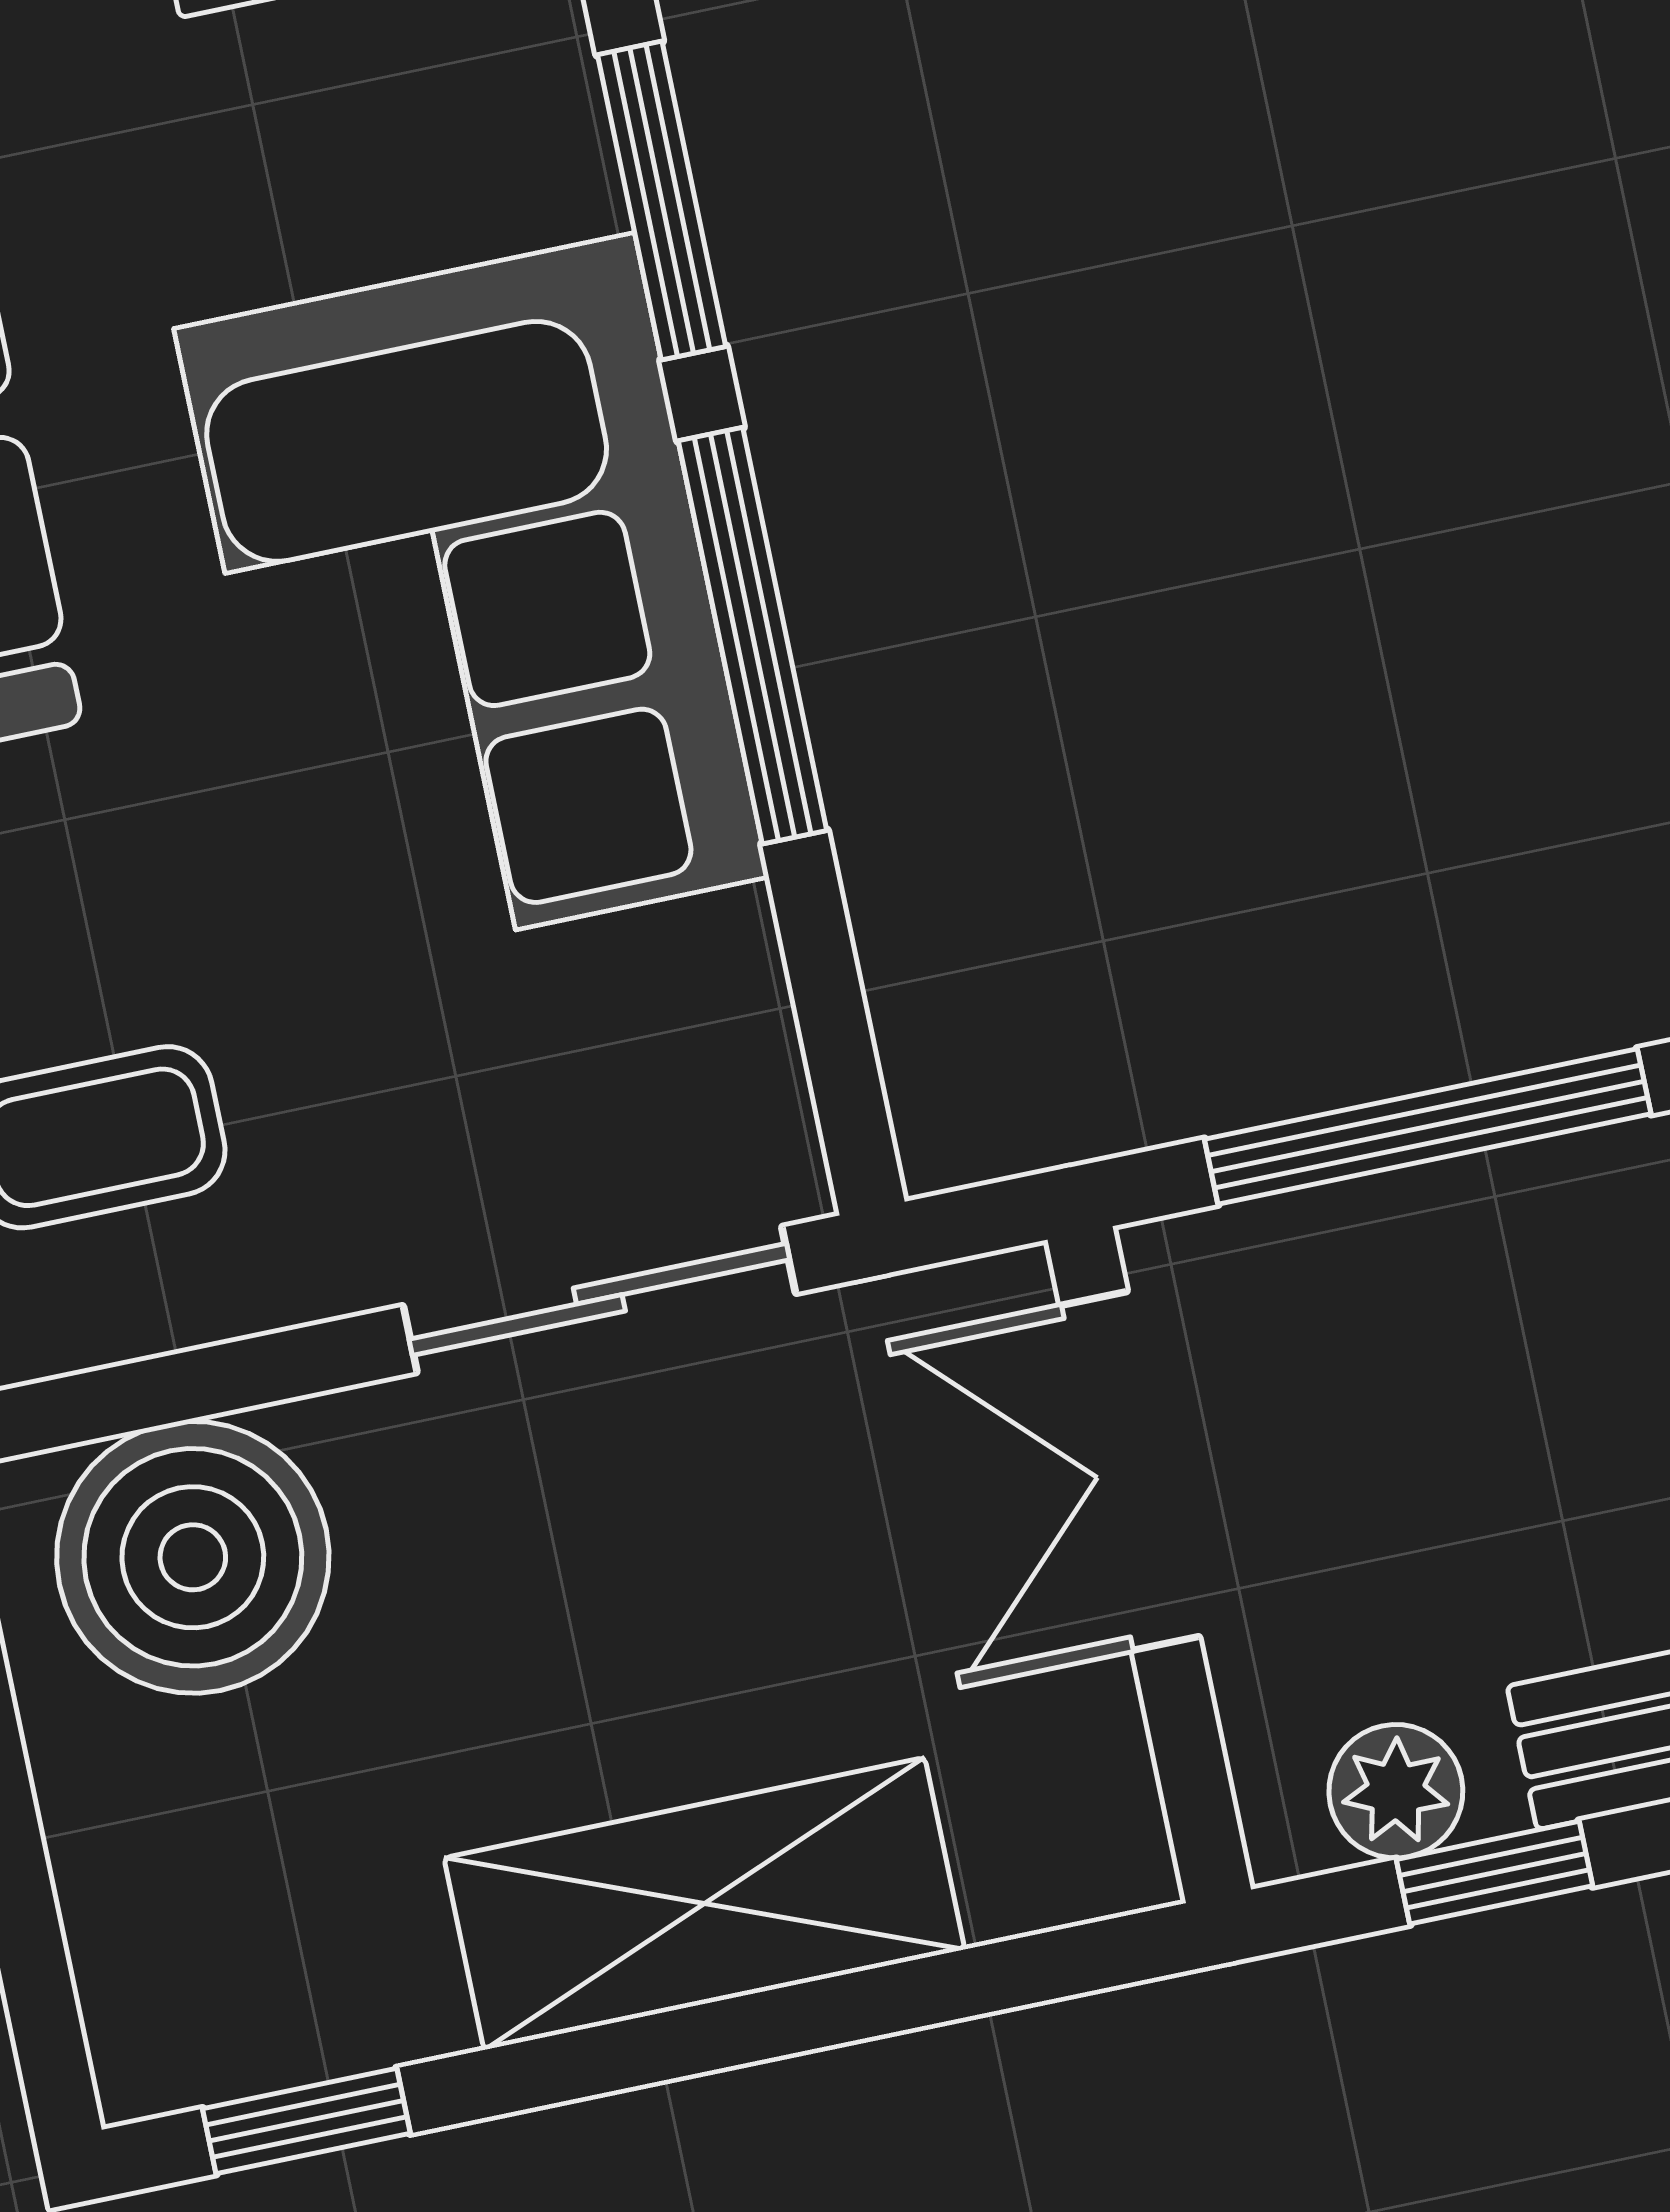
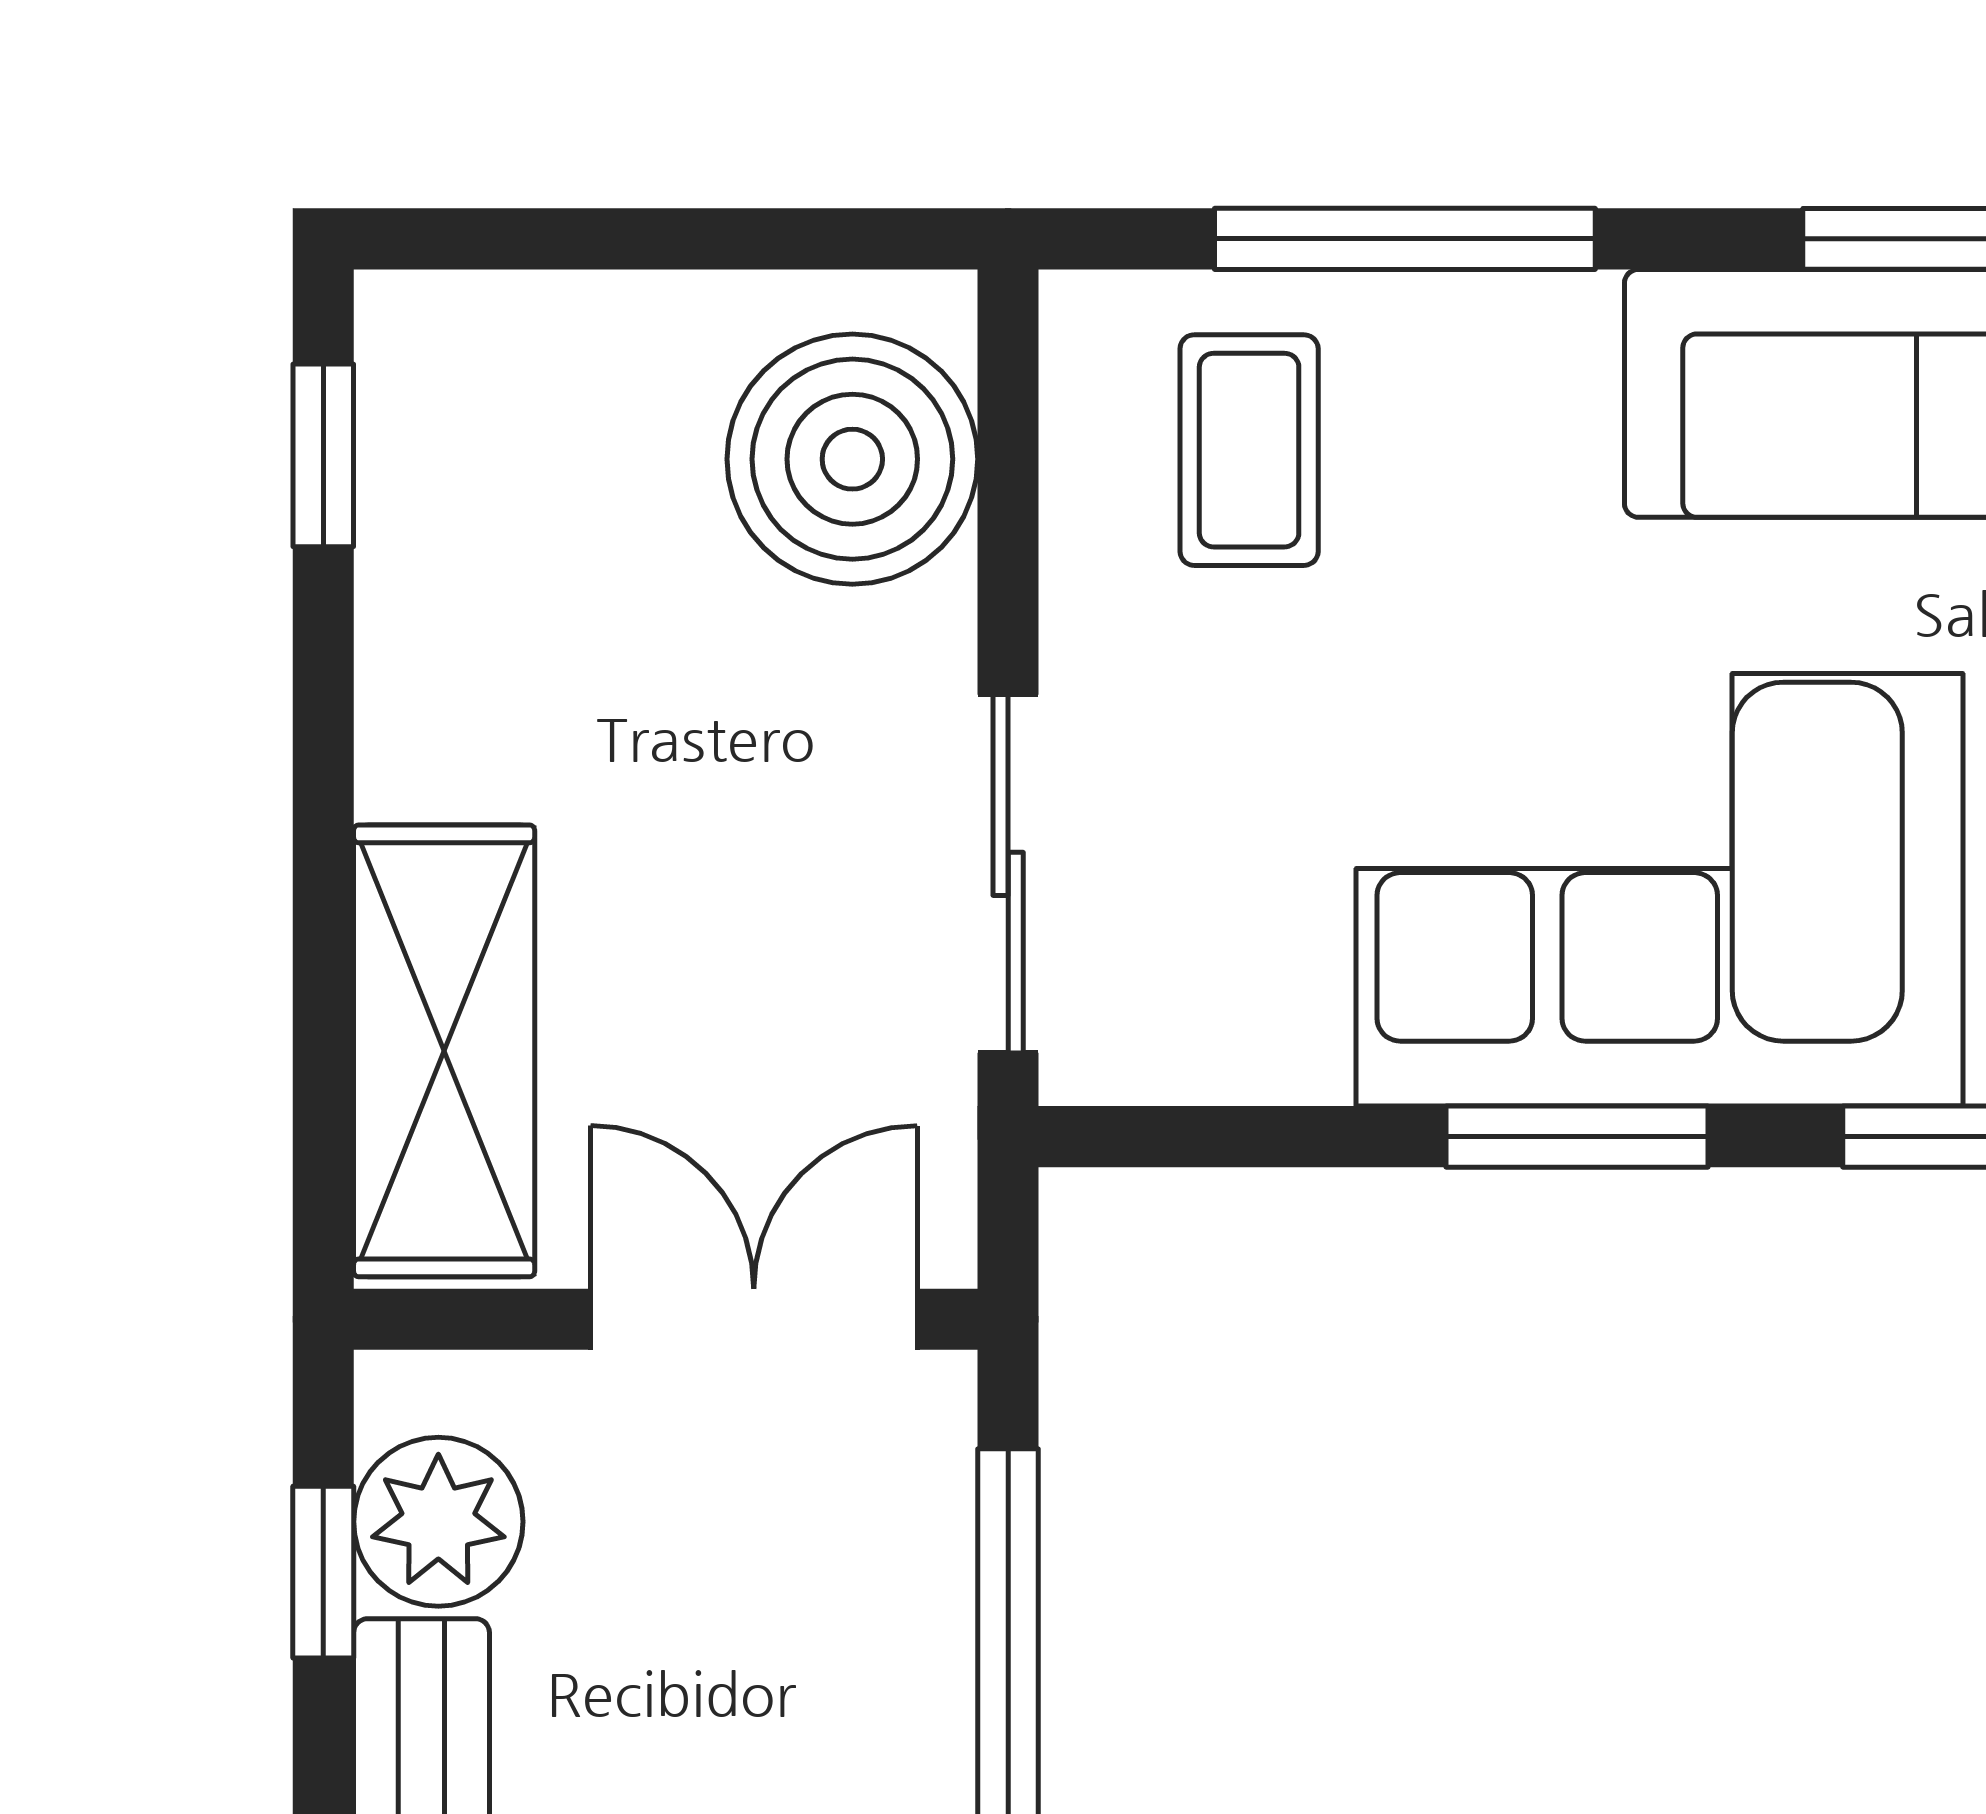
window: (752, 636) -> (1577, 1137), width x0.69
plant: (1396, 1791) -> (438, 1522), width x1.38, depth x1.38
shelving: (704, 1904) -> (444, 1051), moved

